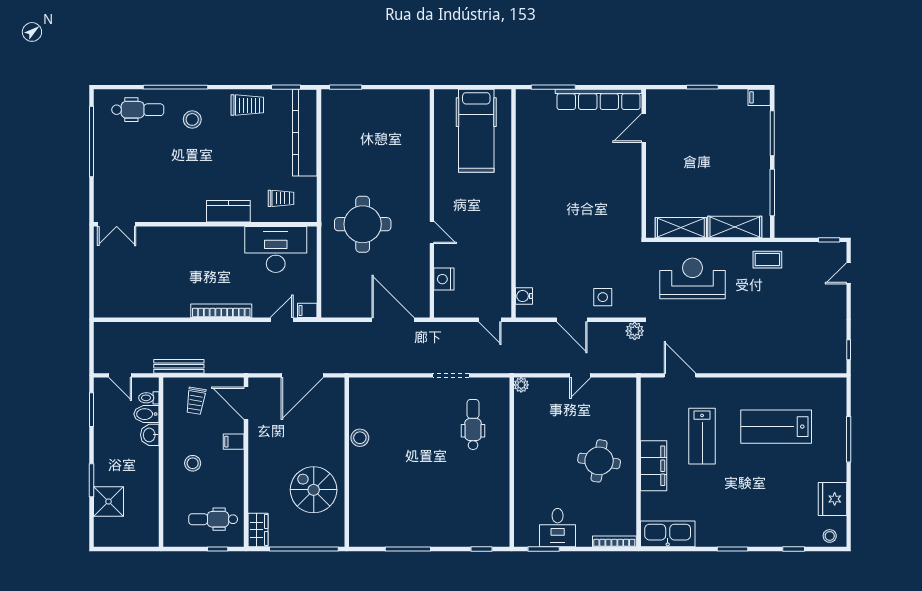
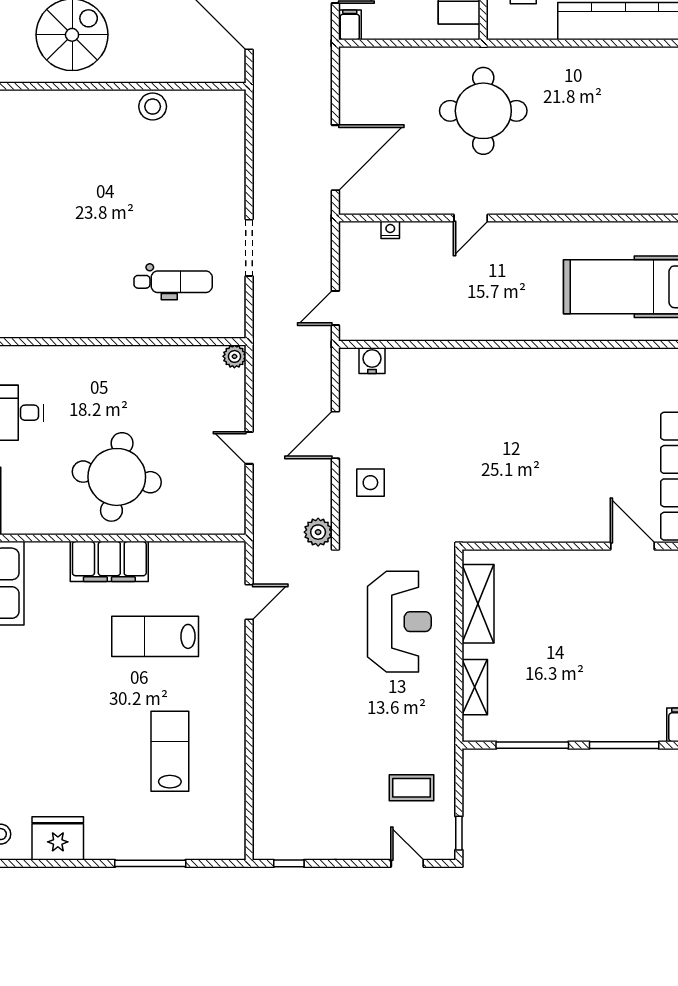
shelving: (735, 227) -> (475, 687), width x0.67, depth x0.75
coffee table: (767, 260) -> (411, 788), moved, turned 90
nightstand: (444, 279) -> (390, 230), width x0.53, depth x0.56
door: (680, 375) -> (249, 602), width x0.73
lab bench: (776, 427) -> (170, 751), width x0.73, depth x0.72
round table: (599, 461) -> (117, 477), width x1.36, depth x1.36

